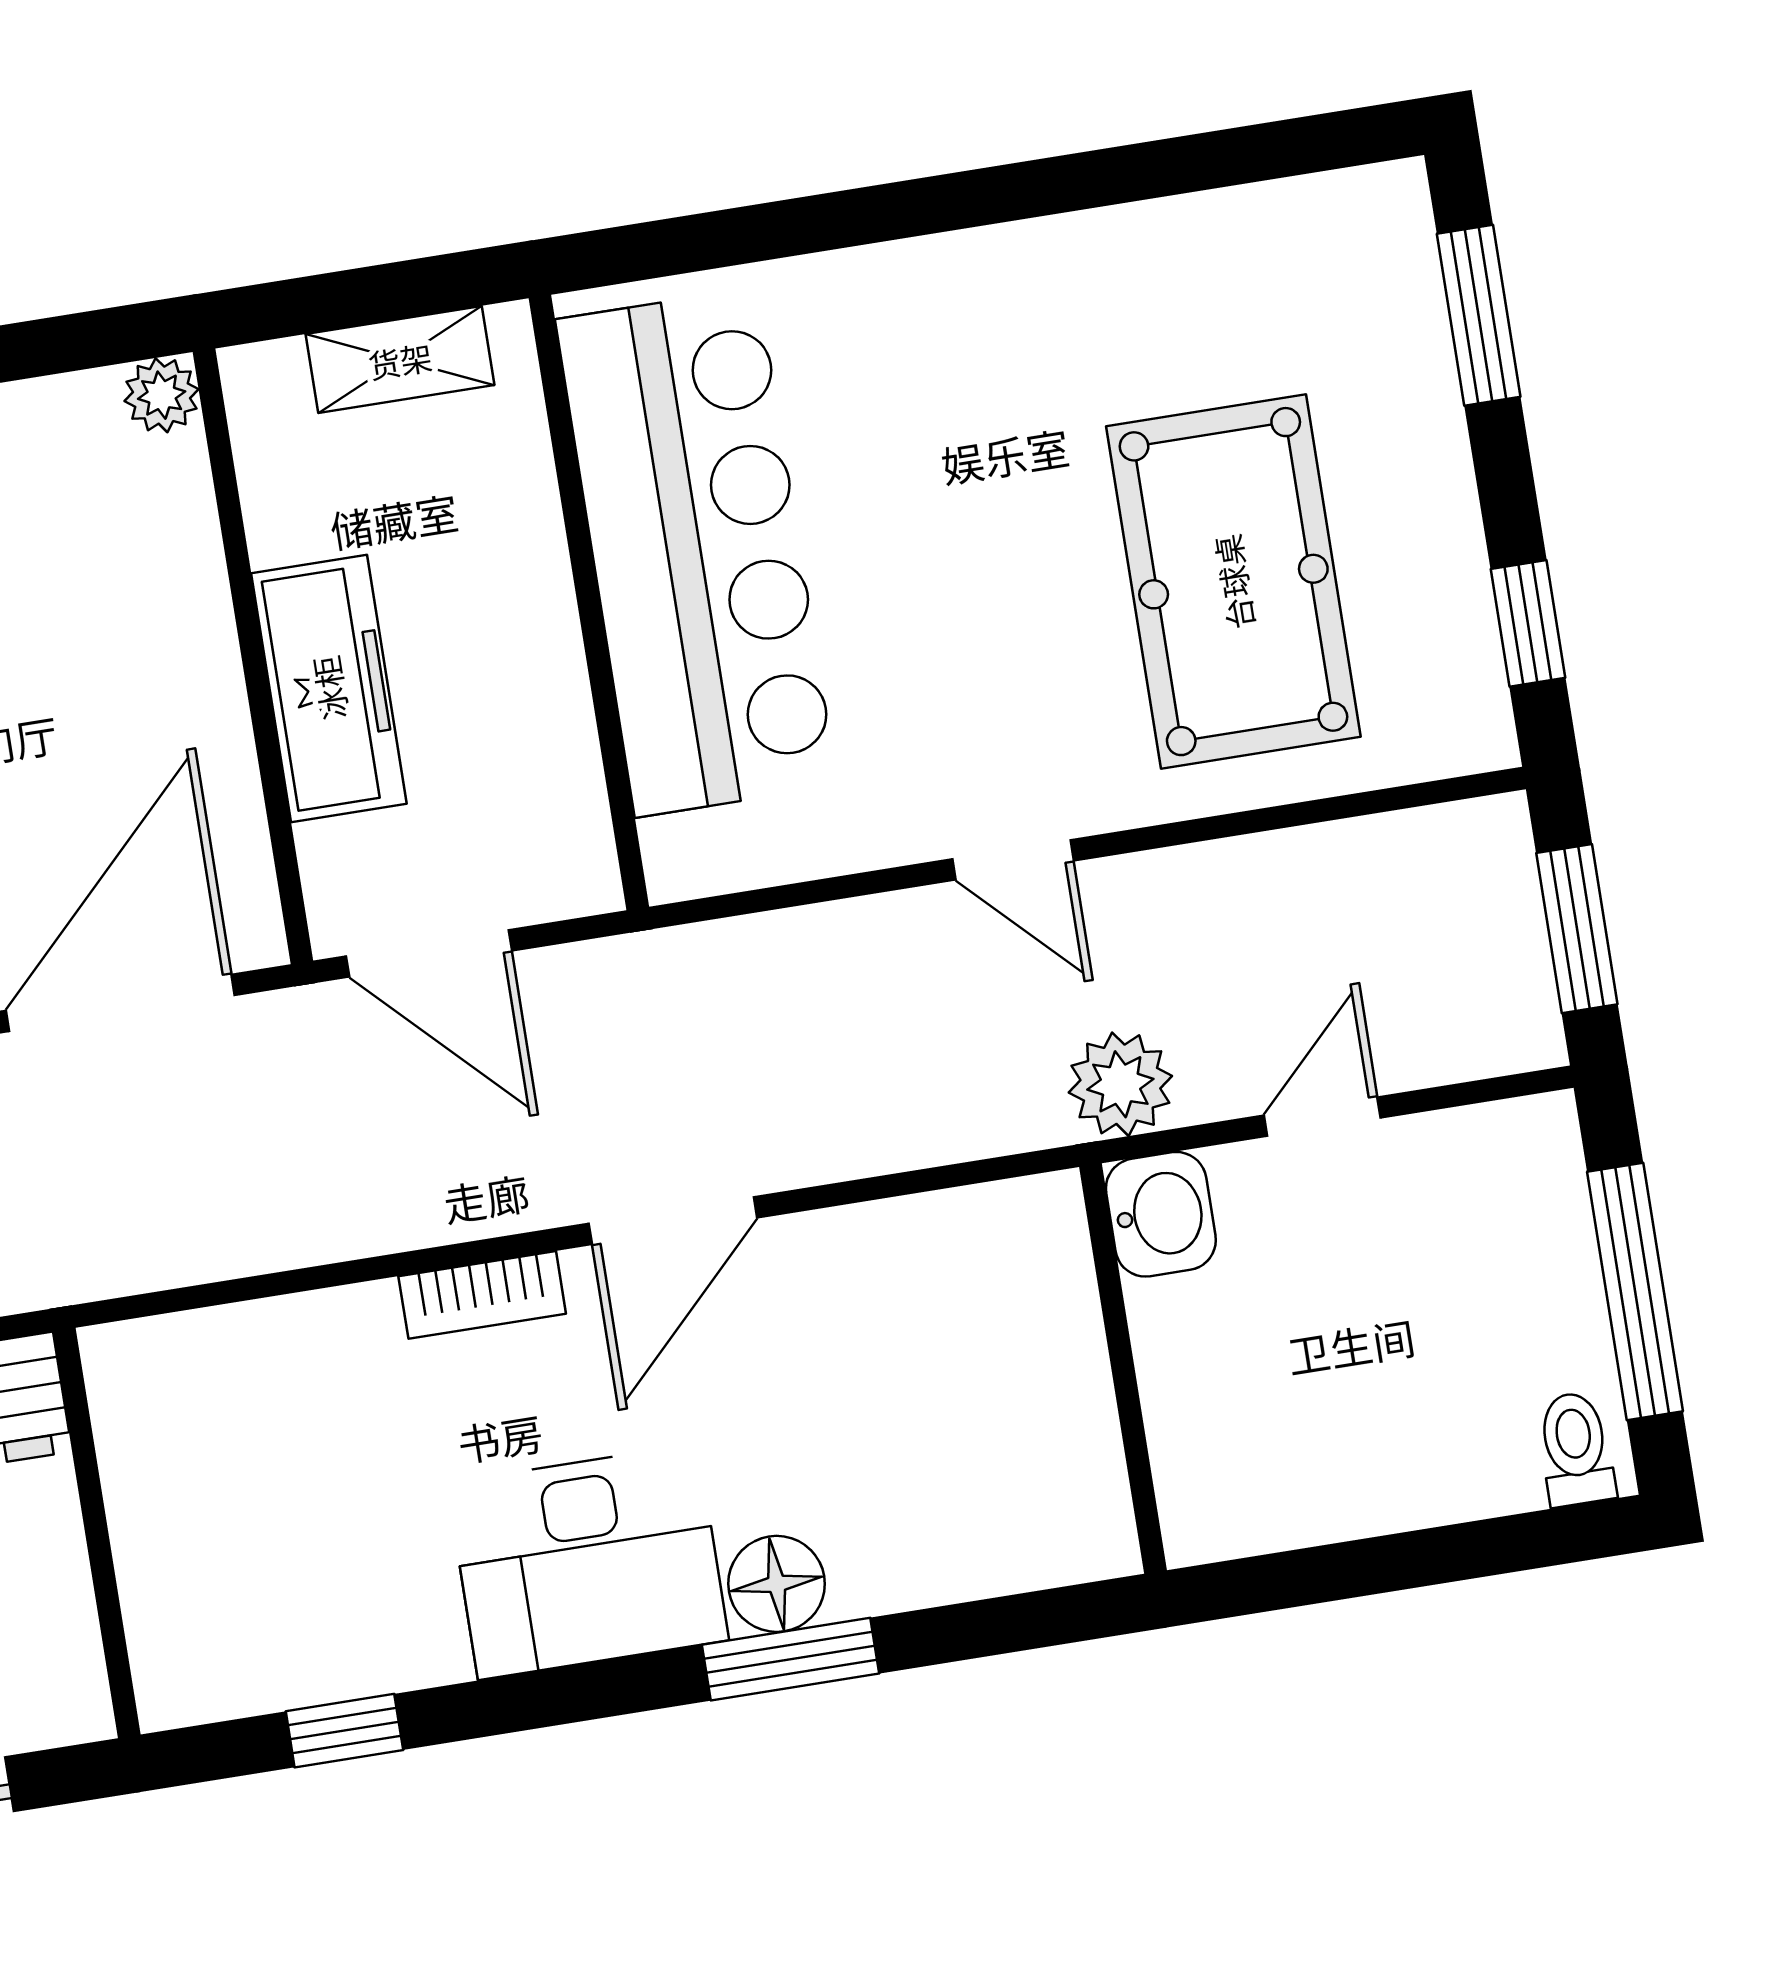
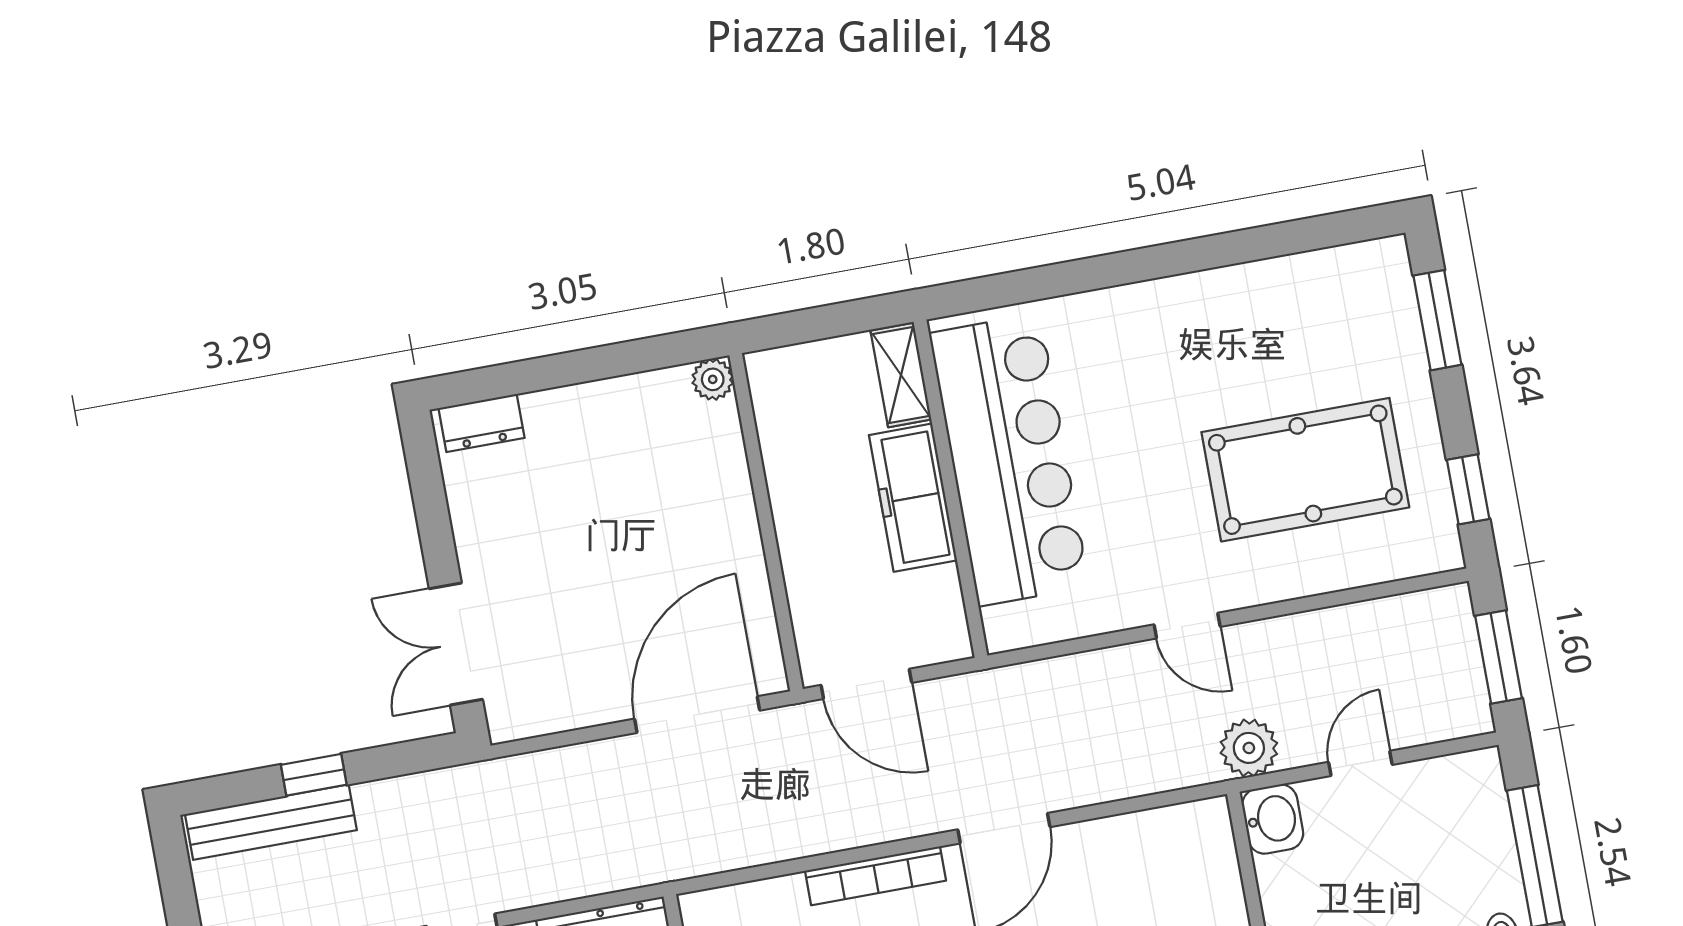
shelving: (400, 360) -> (901, 375), moved, turned 90
pool table: (1233, 582) -> (1305, 470), turned 90
freezer: (329, 688) -> (913, 498), moved, turned 180
bookcase: (482, 1295) -> (875, 876), width x1.56

